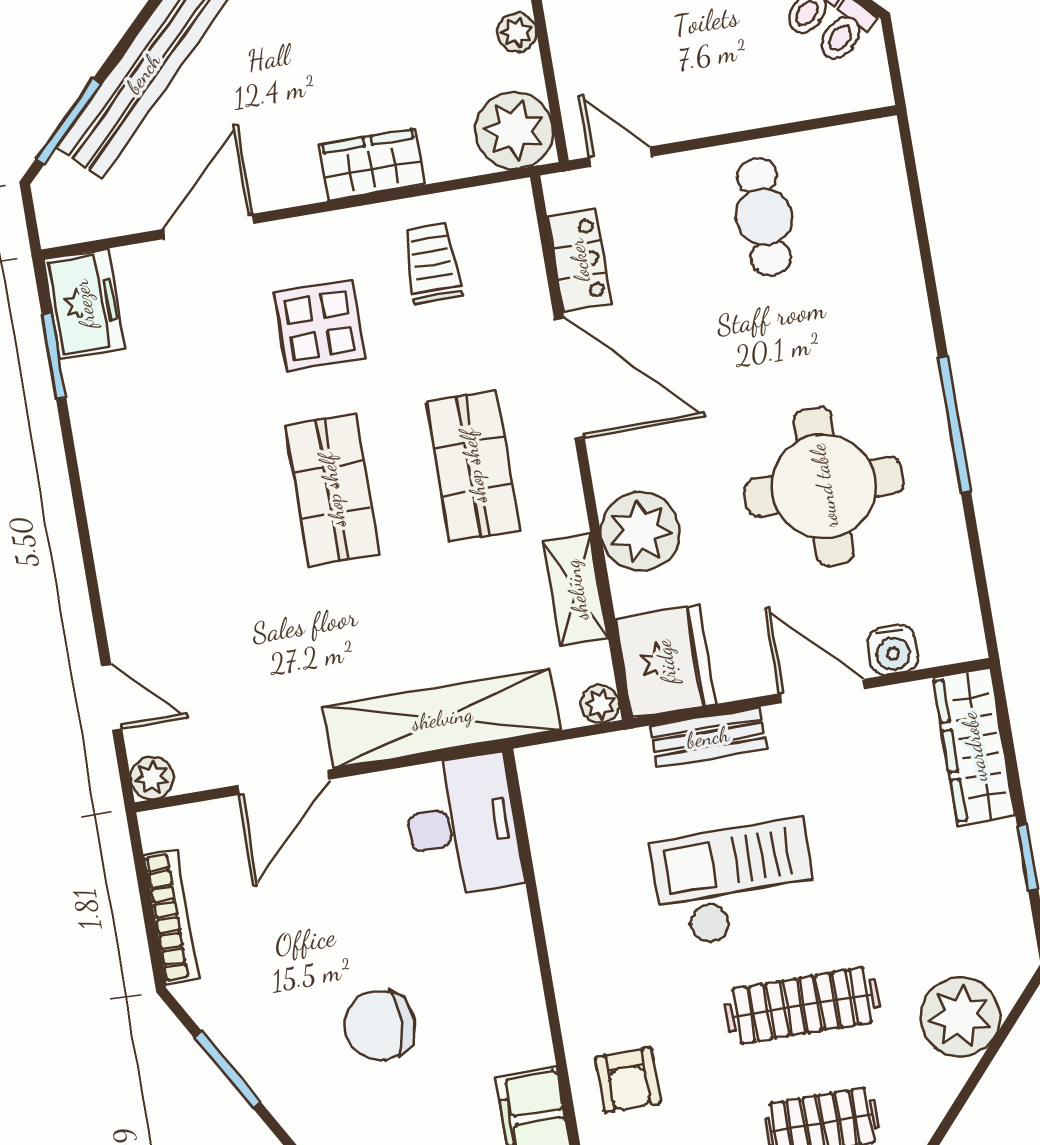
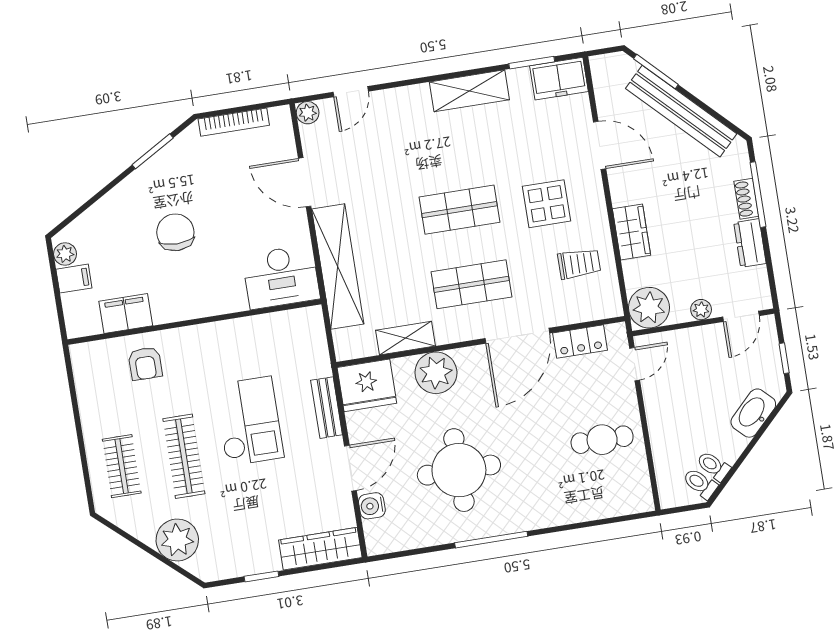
shelving: (108, 473) -> (469, 91), added
plant: (600, 704) -> (345, 350), removed
armchair: (628, 1080) -> (145, 364), turned -90

